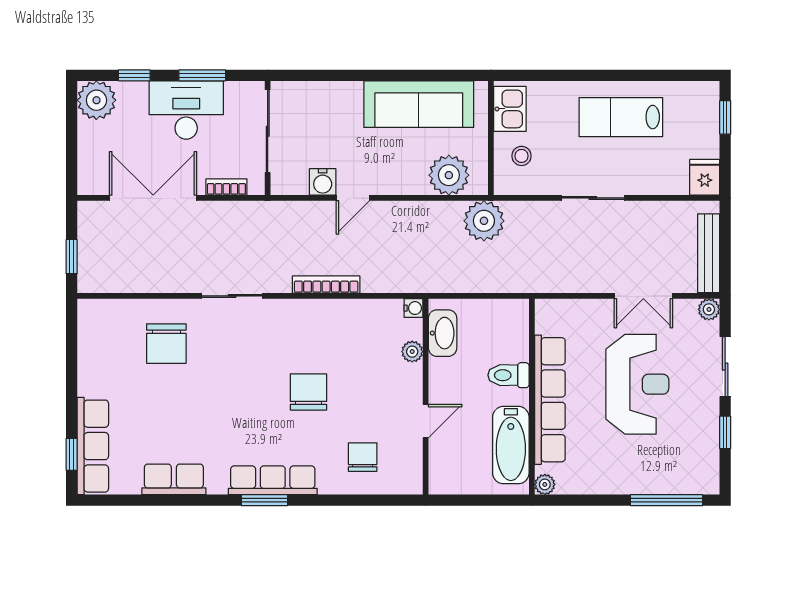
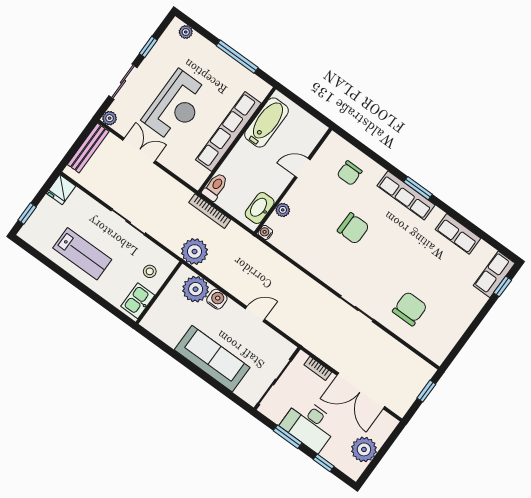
plant: (96, 100) -> (364, 449), moved
sofa: (419, 104) -> (212, 359), moved
water cooler: (323, 182) -> (217, 299), moved
bookcase: (326, 285) -> (210, 211), moved
toilet: (508, 375) -> (215, 187), moved, turned -90
reception desk: (637, 384) -> (176, 106), turned 180
chair: (308, 392) -> (353, 228), turned -90
row of seats: (93, 446) -> (494, 274), width x0.68
plant: (545, 484) -> (186, 32), moved
window: (667, 500) -> (237, 57), moved

